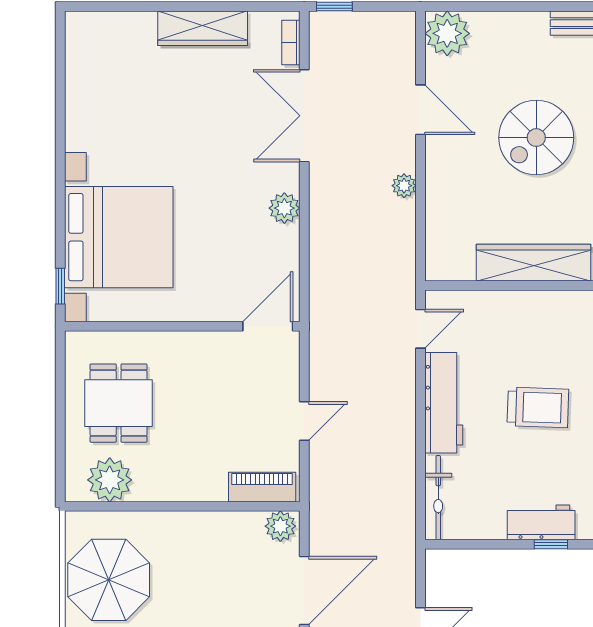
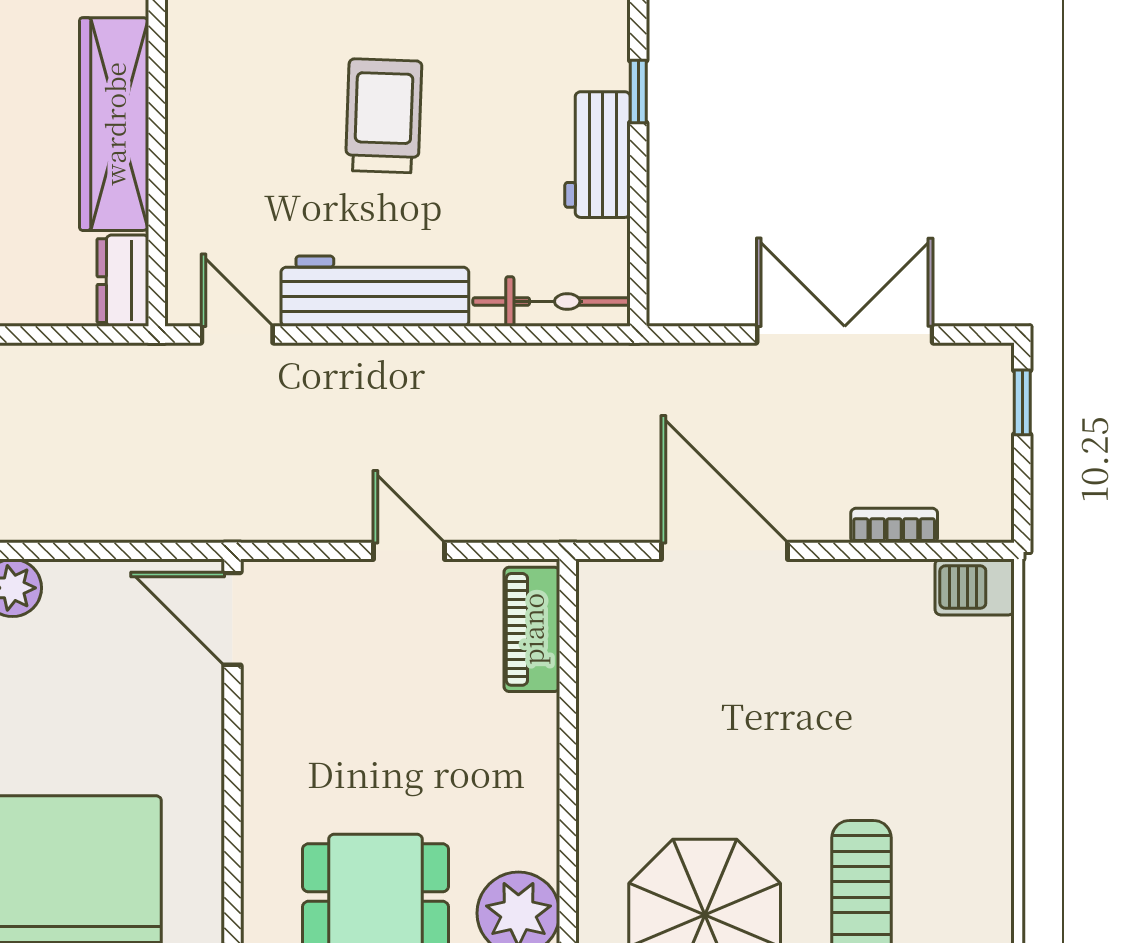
dresser: (449, 267) -> (123, 281), added
workbench: (541, 522) -> (597, 155), moved
plant: (280, 526) -> (605, 595), removed

